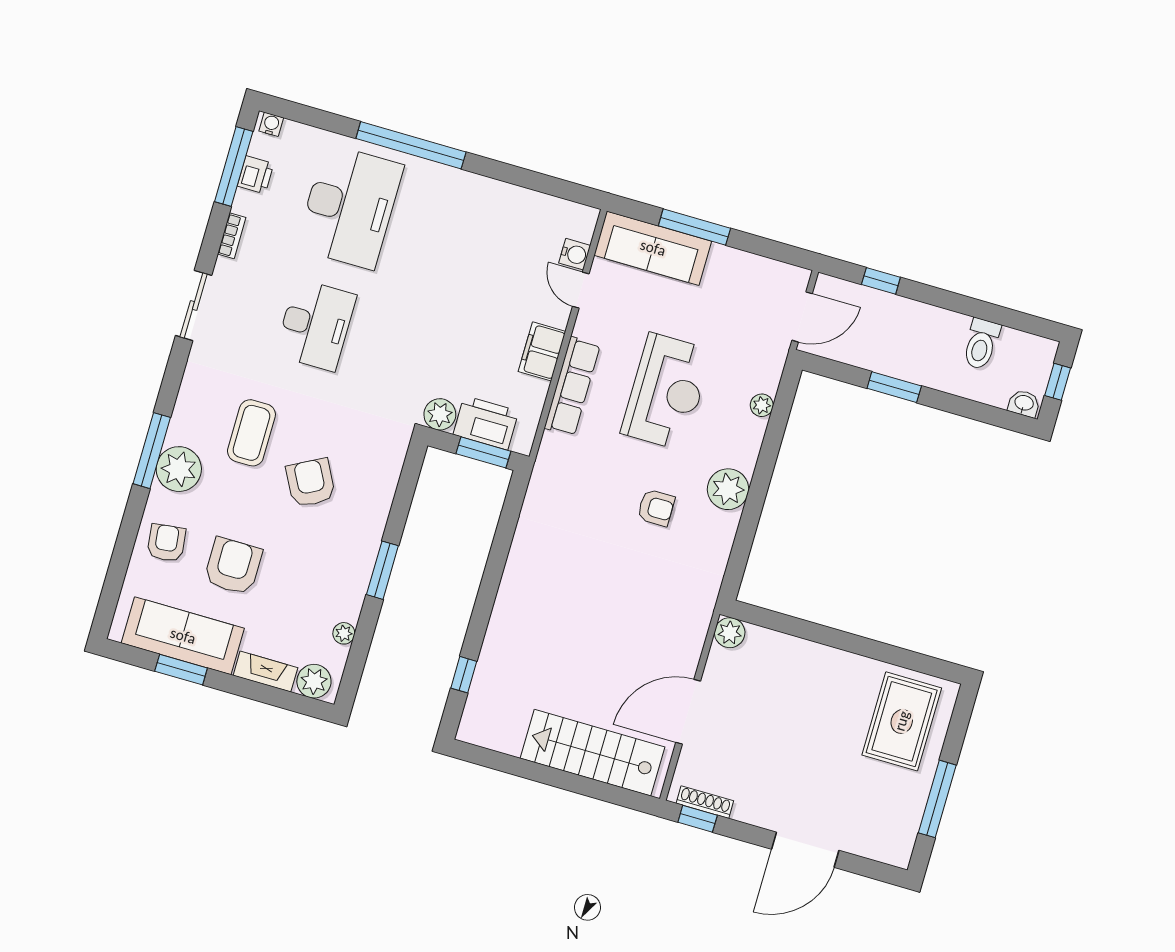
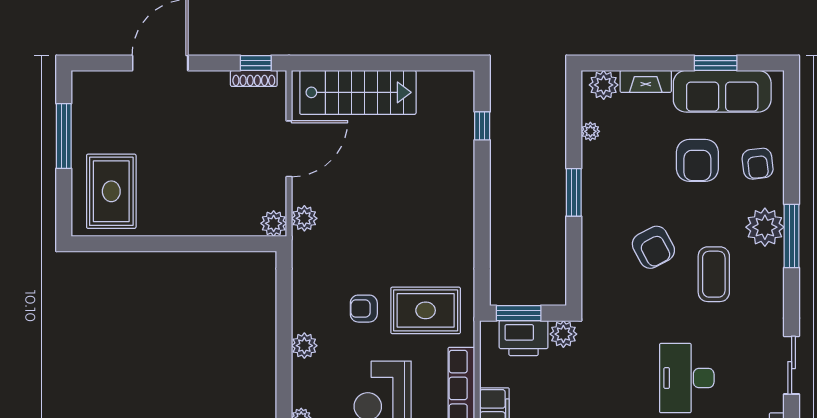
rug: (587, 486) -> (426, 310), added
plant: (728, 489) -> (304, 346), width x0.73, depth x0.73
plant: (694, 628) -> (304, 218), added

